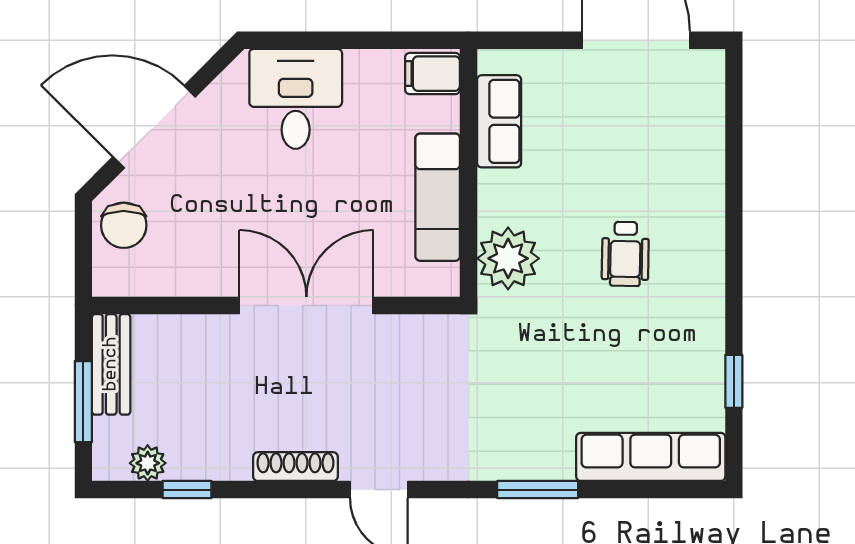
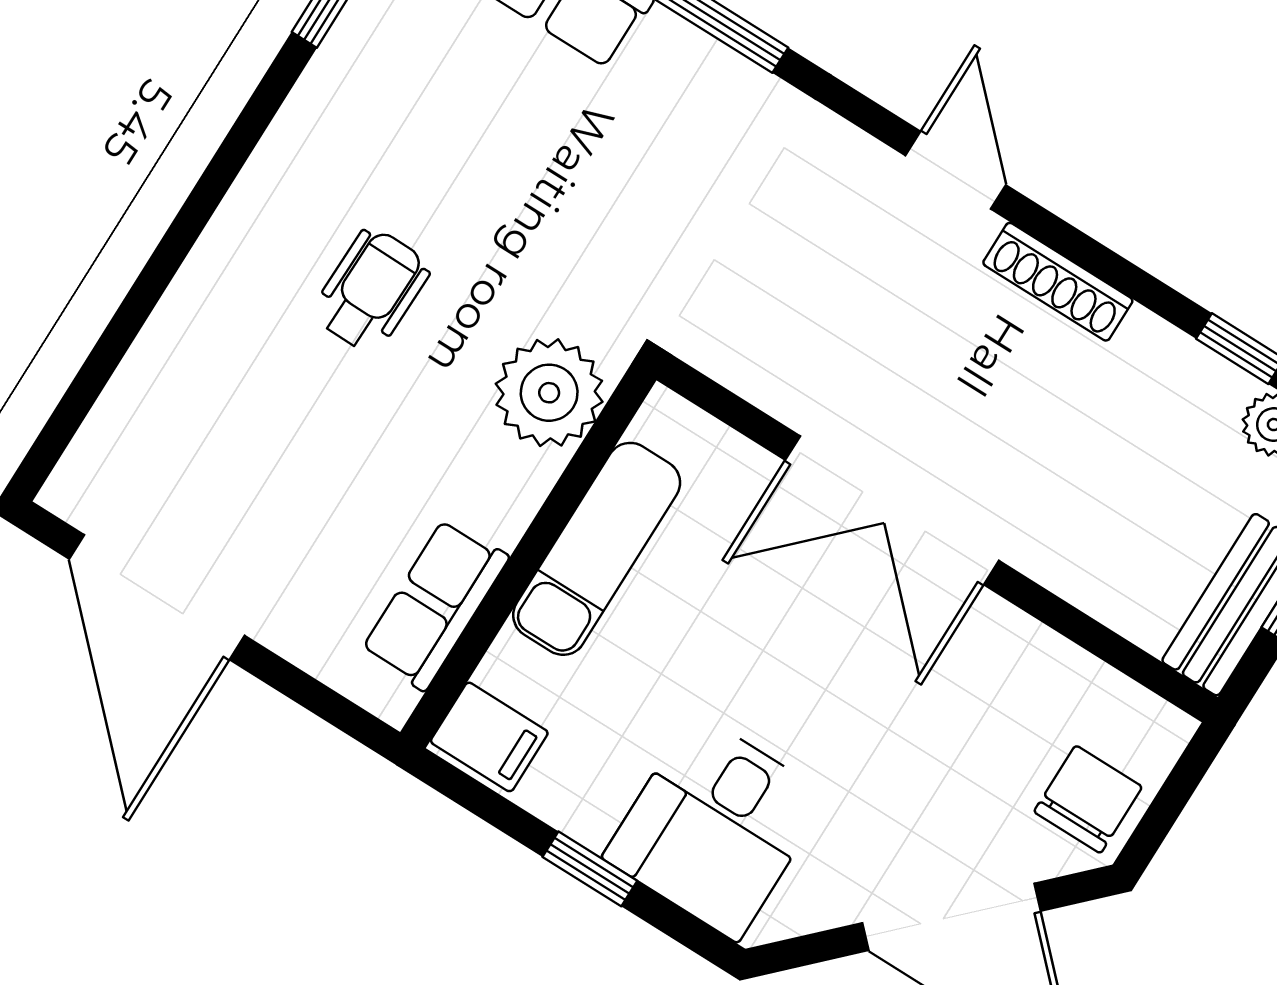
window: (344, 40) -> (590, 869), added

